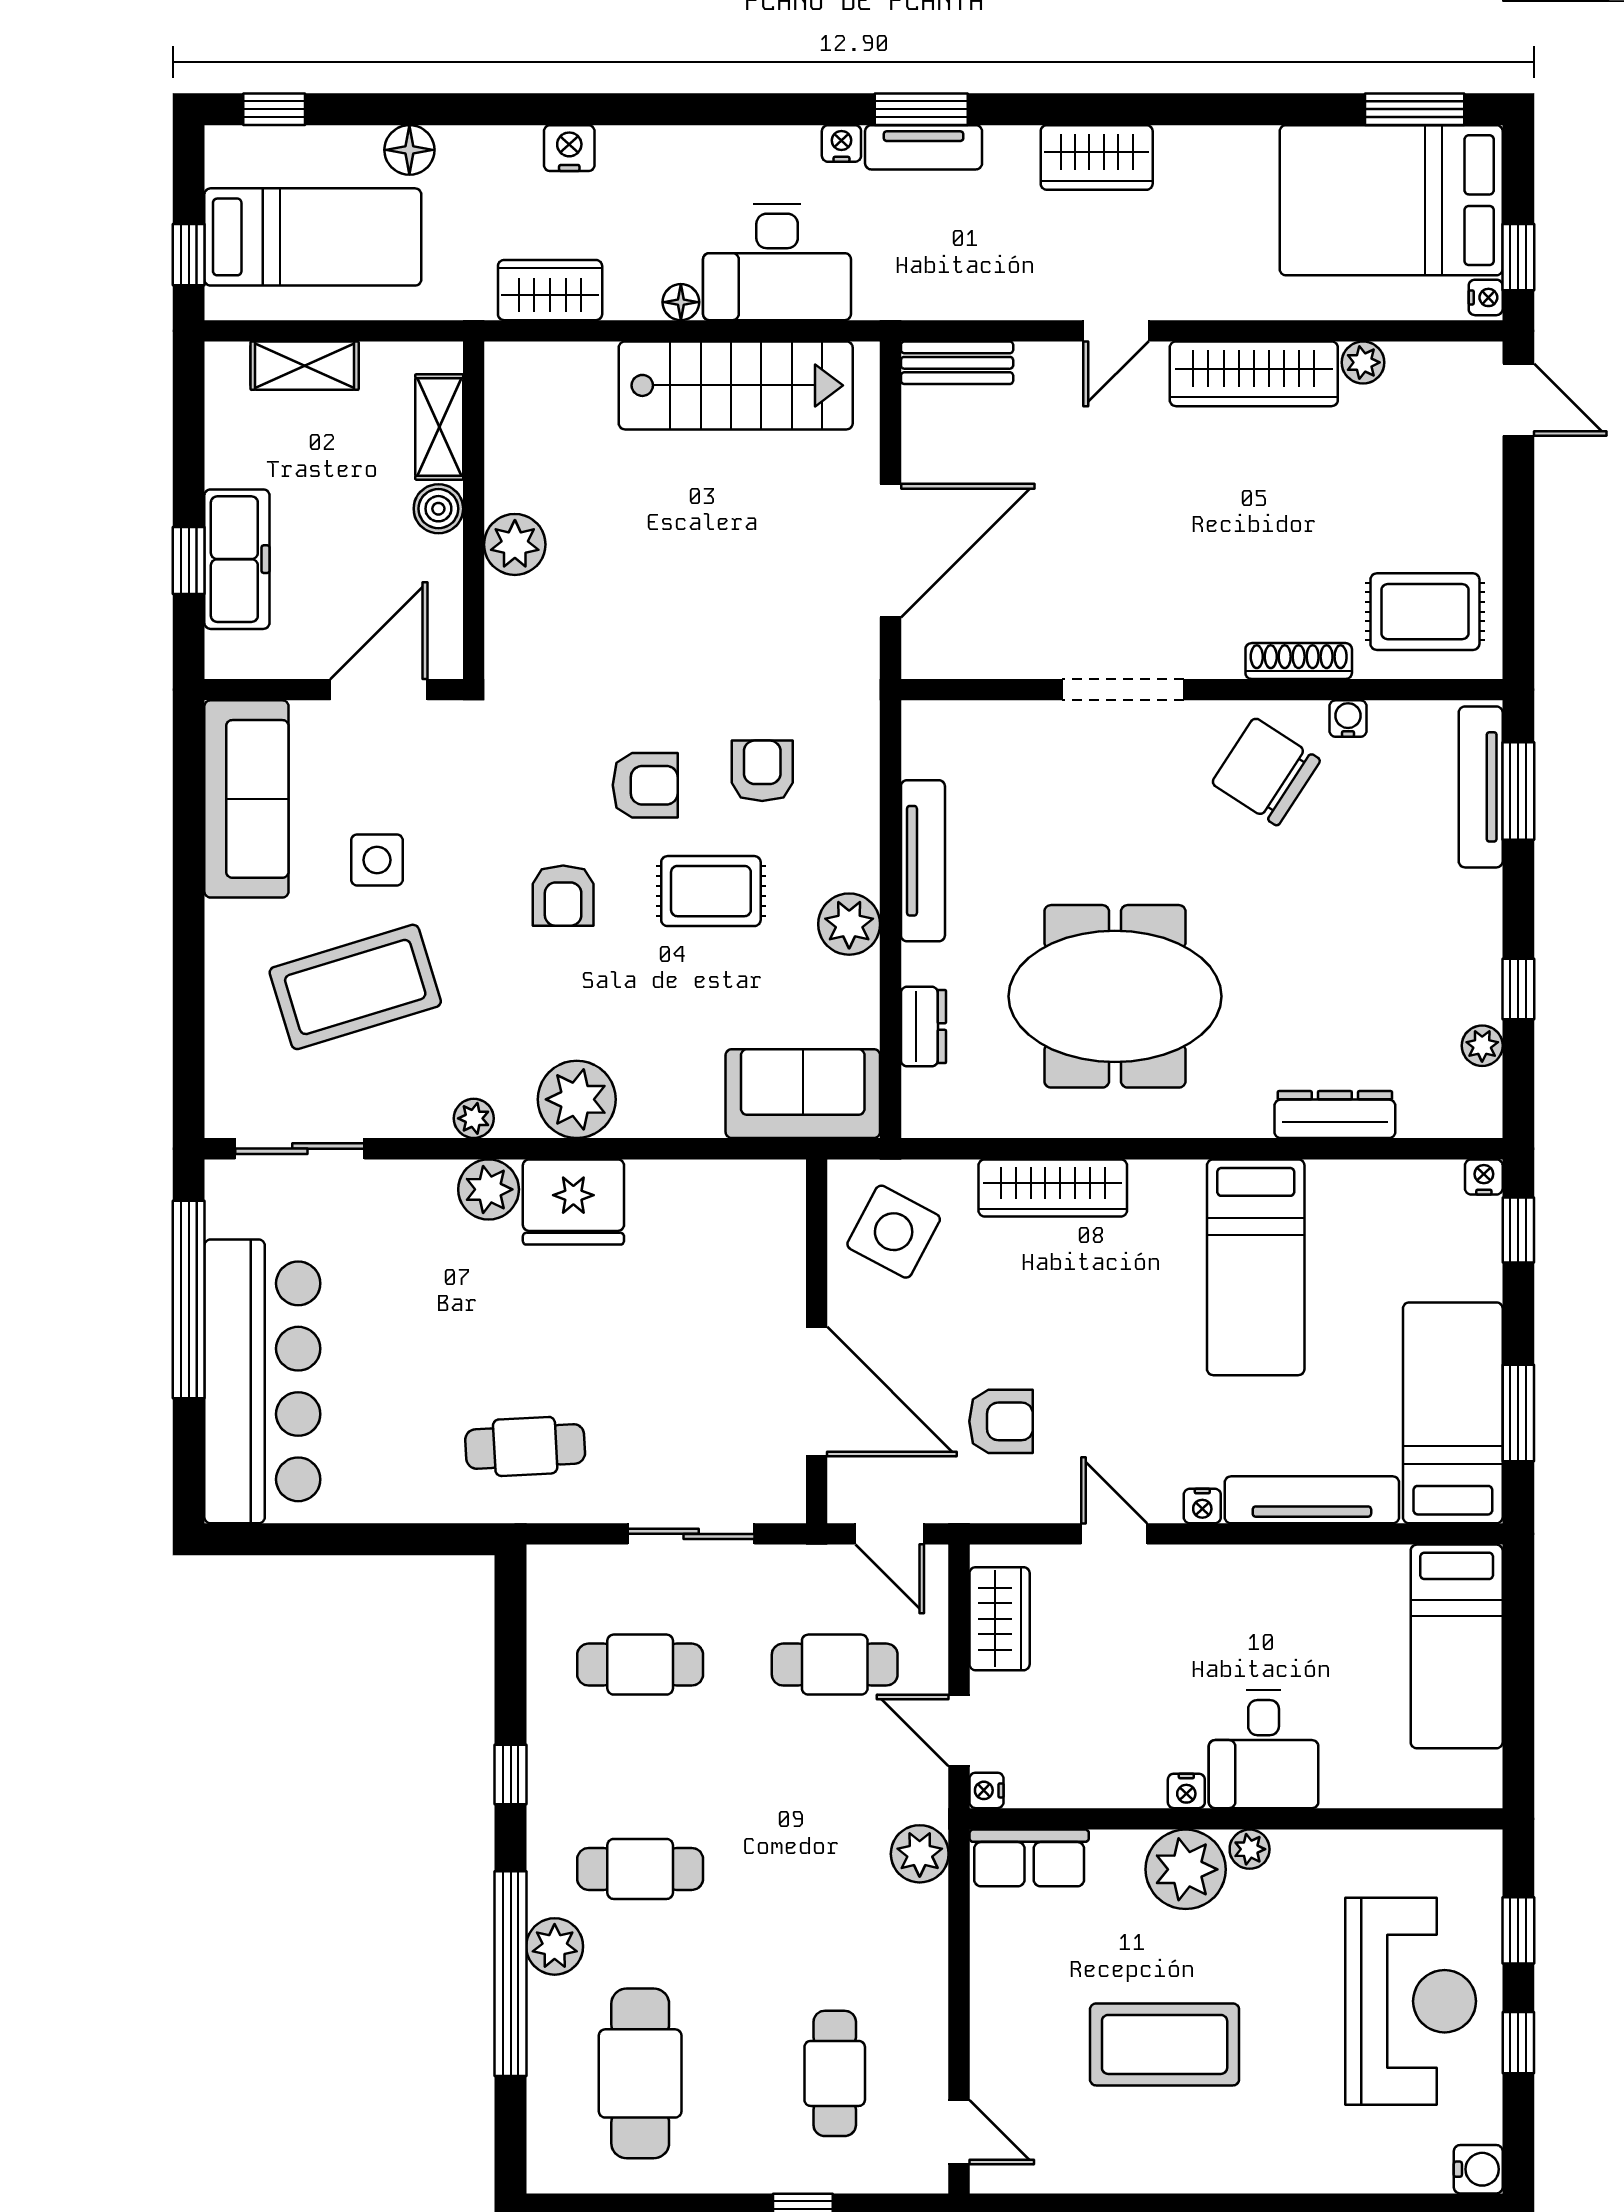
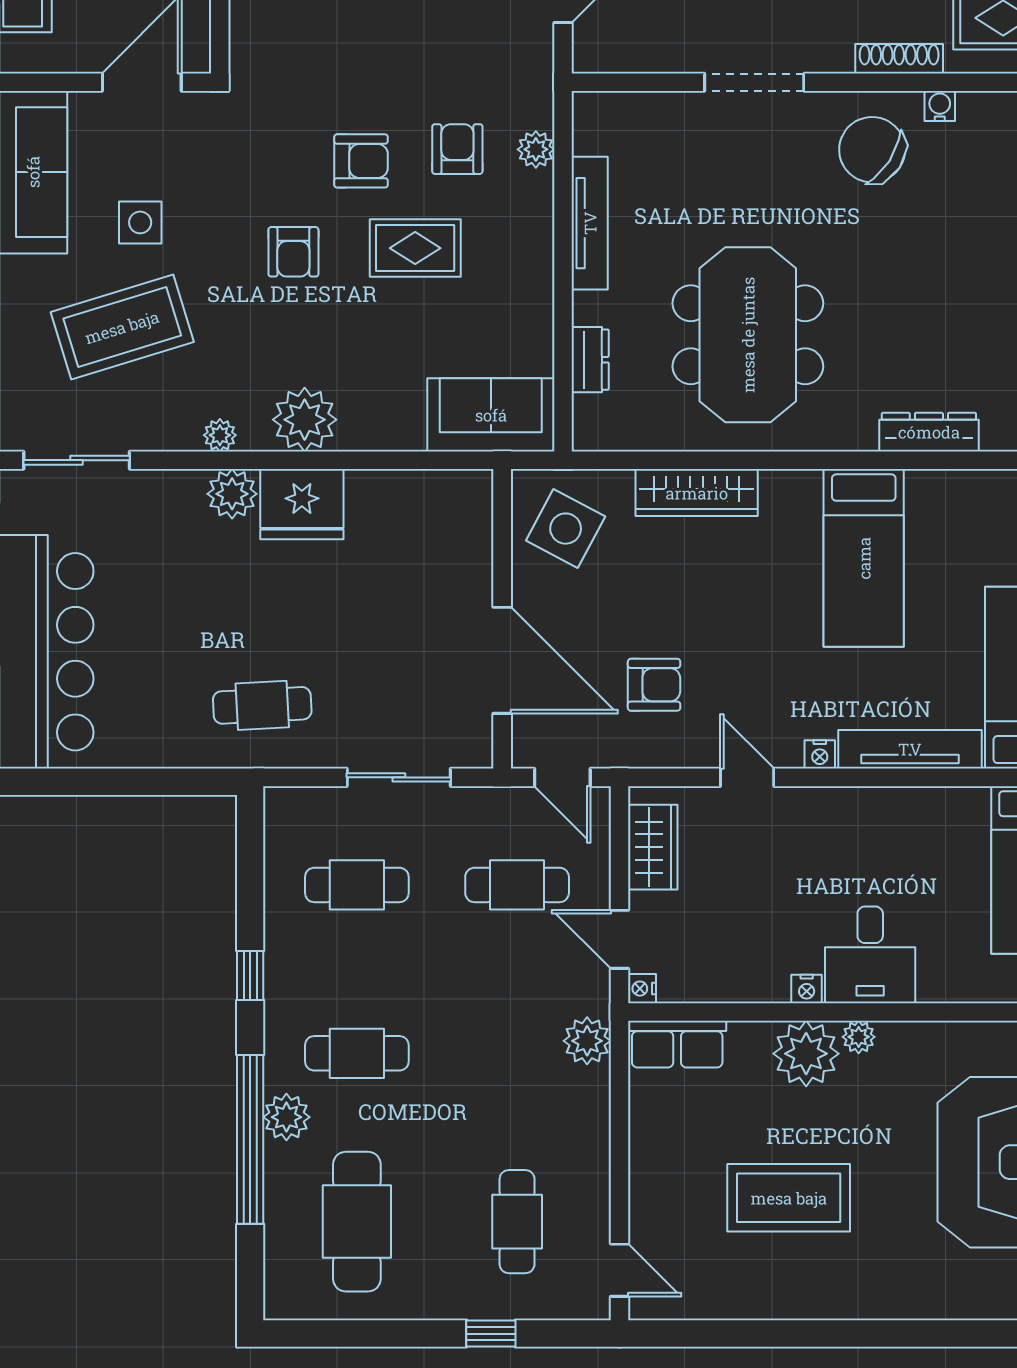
plant: (849, 924) -> (536, 149), moved, width x0.73, depth x0.73
meeting table: (1115, 996) -> (748, 335), turned 90

